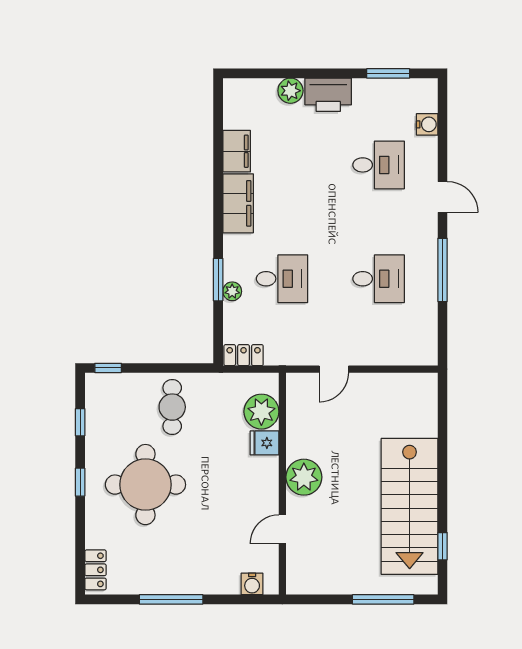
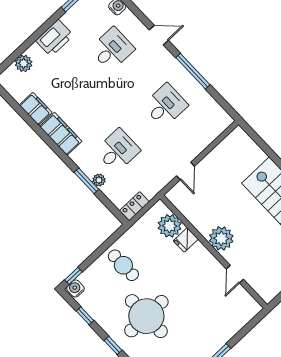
plant: (290, 91) -> (24, 63), moved
water cooler: (252, 584) -> (75, 288), moved, turned 180

